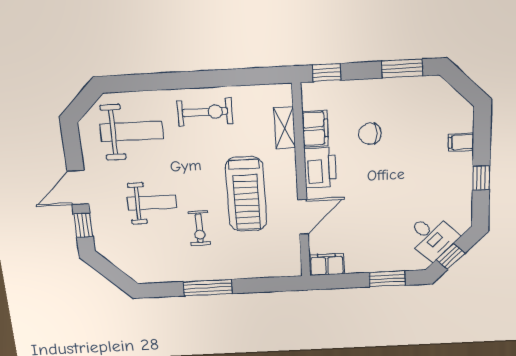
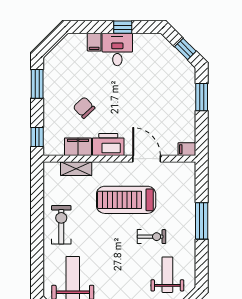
chair: (370, 134) -> (84, 108), turned 137
treadmill: (246, 194) -> (126, 200), turned 180
weight bench: (152, 203) -> (167, 275), moved
desk: (432, 237) -> (117, 49), moved, turned -45
filing cabinet: (327, 264) -> (187, 149), width x0.50
window: (208, 288) -> (202, 221), moved

